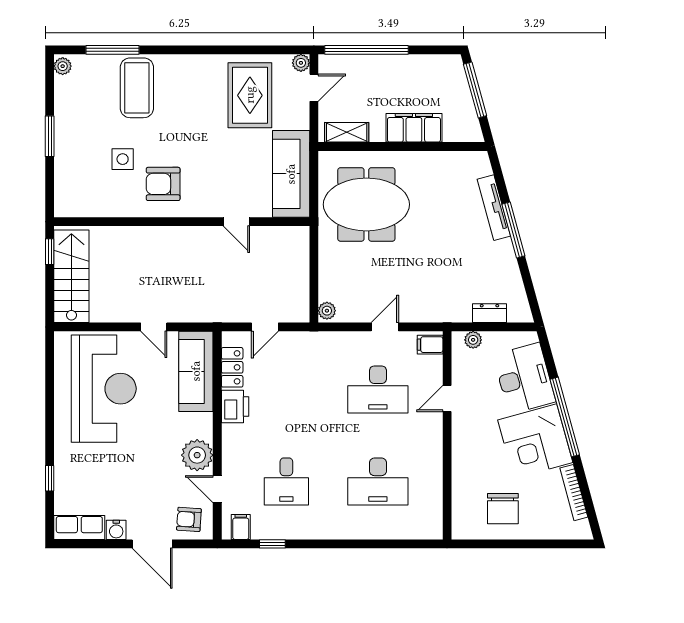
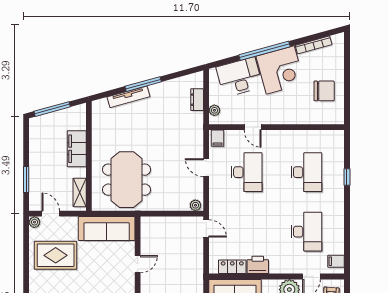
window: (367, 50) -> (26, 179), width x0.47
door: (265, 327) -> (206, 228), moved
desk: (286, 481) -> (306, 232), width x1.37
window: (272, 544) -> (347, 177), moved

